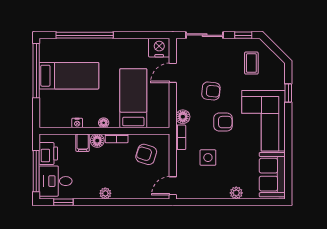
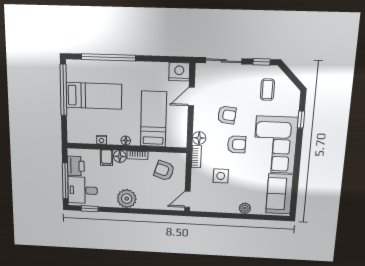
plant: (105, 193) -> (127, 199), width x1.88, depth x1.88

